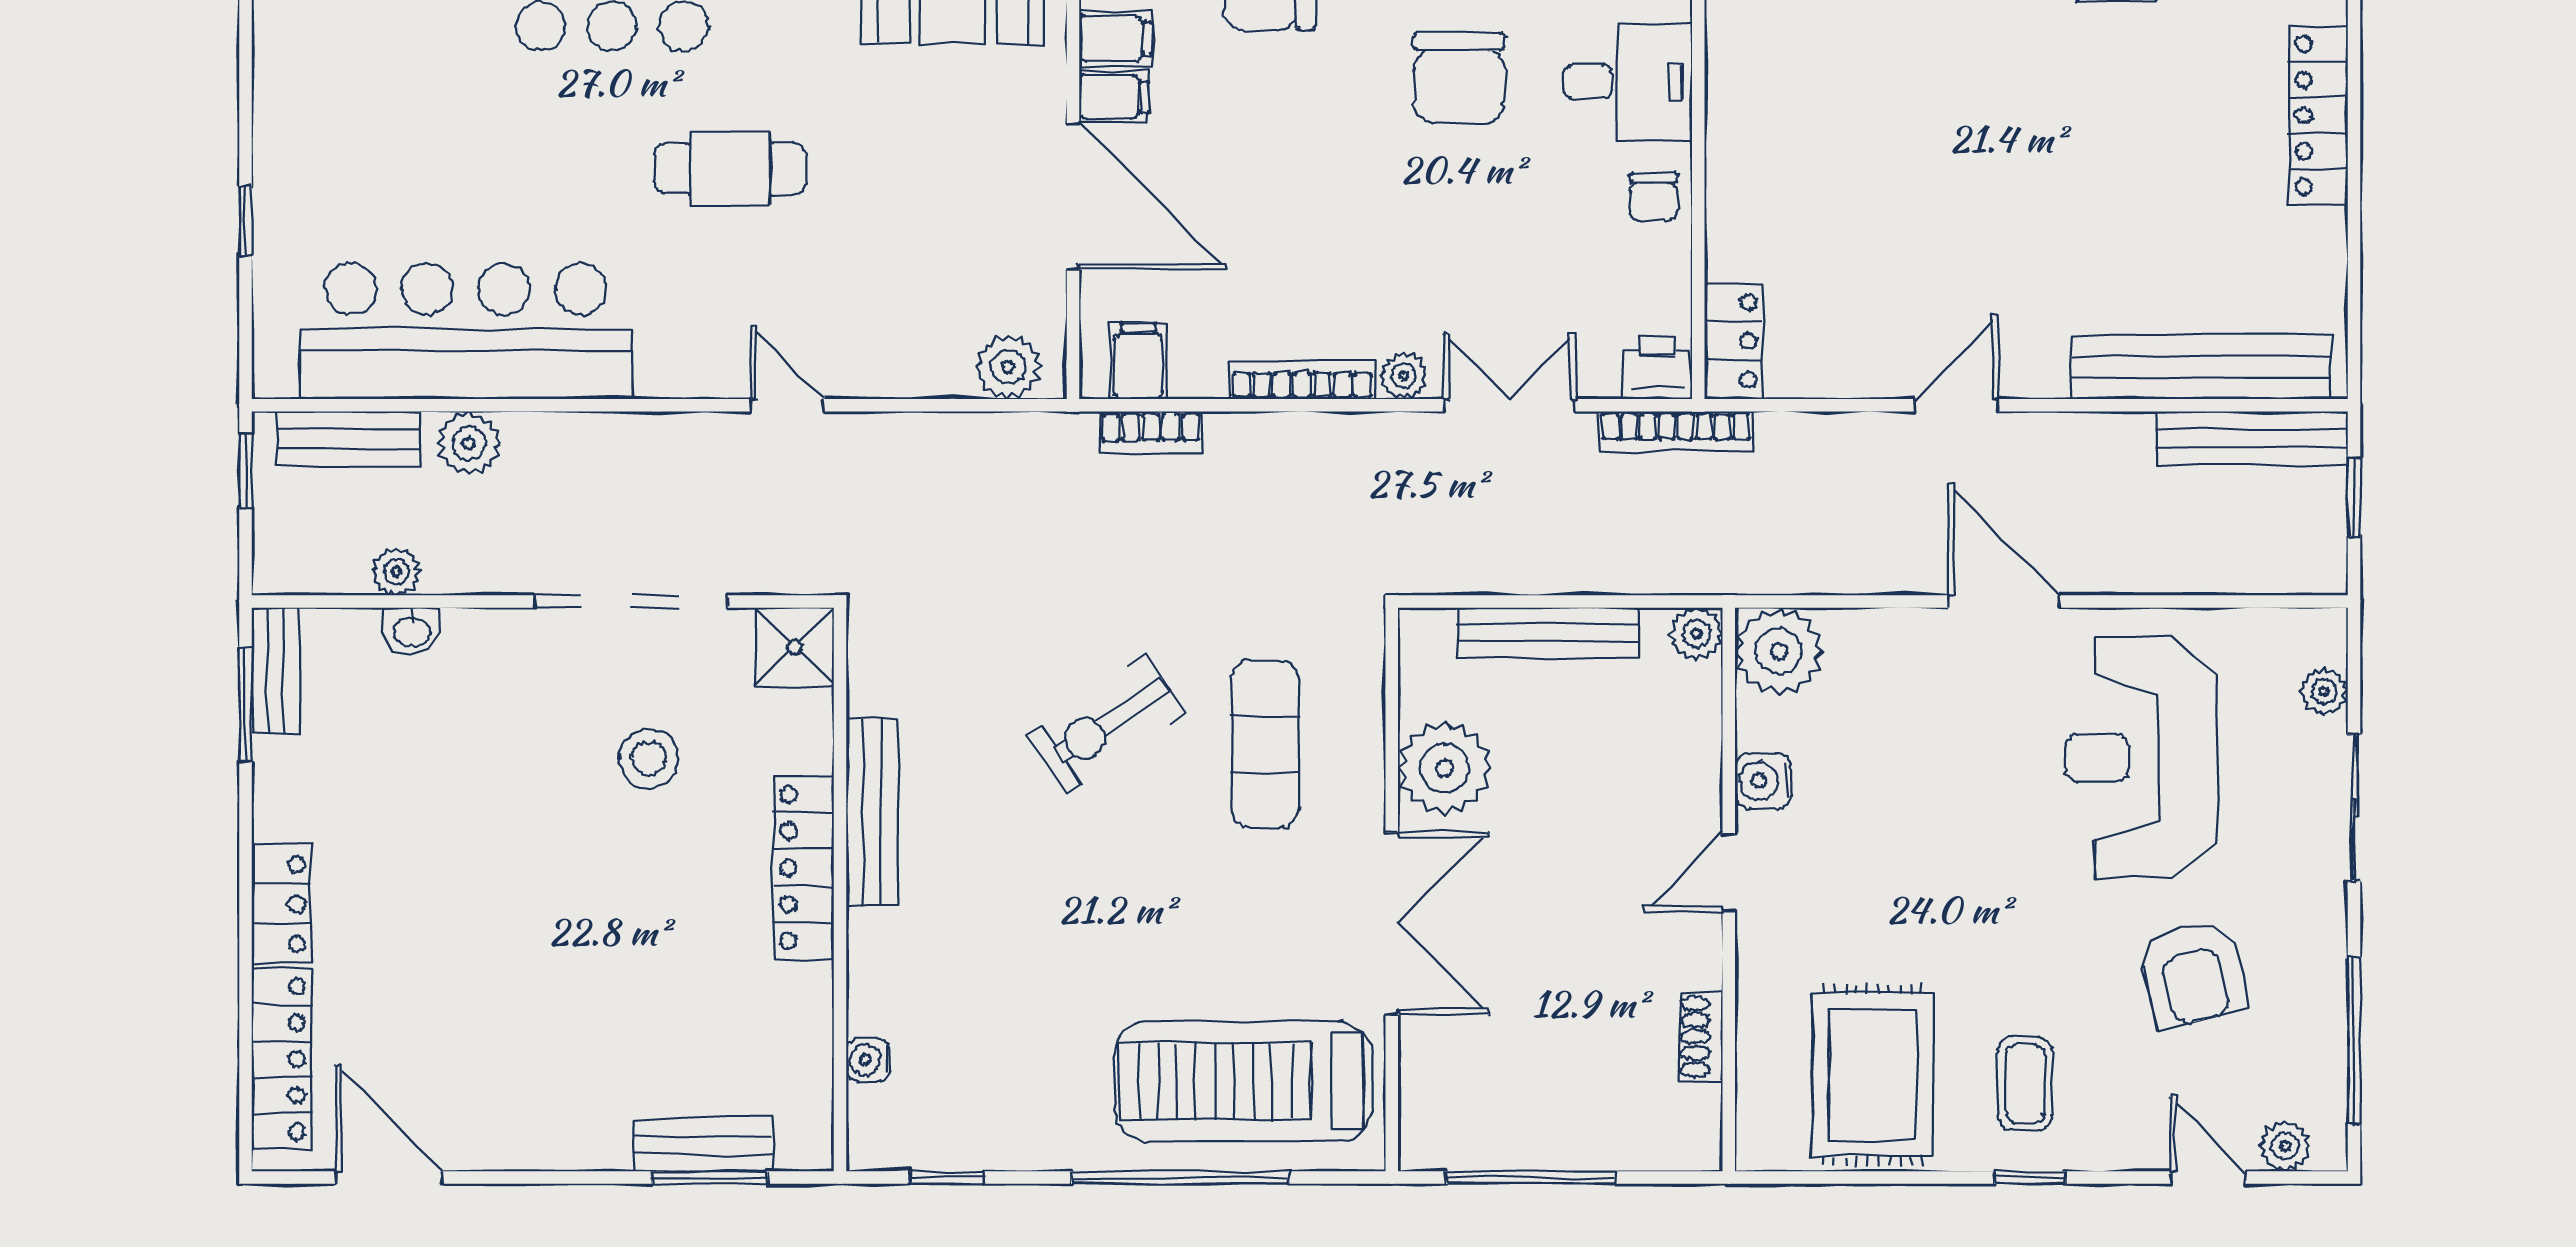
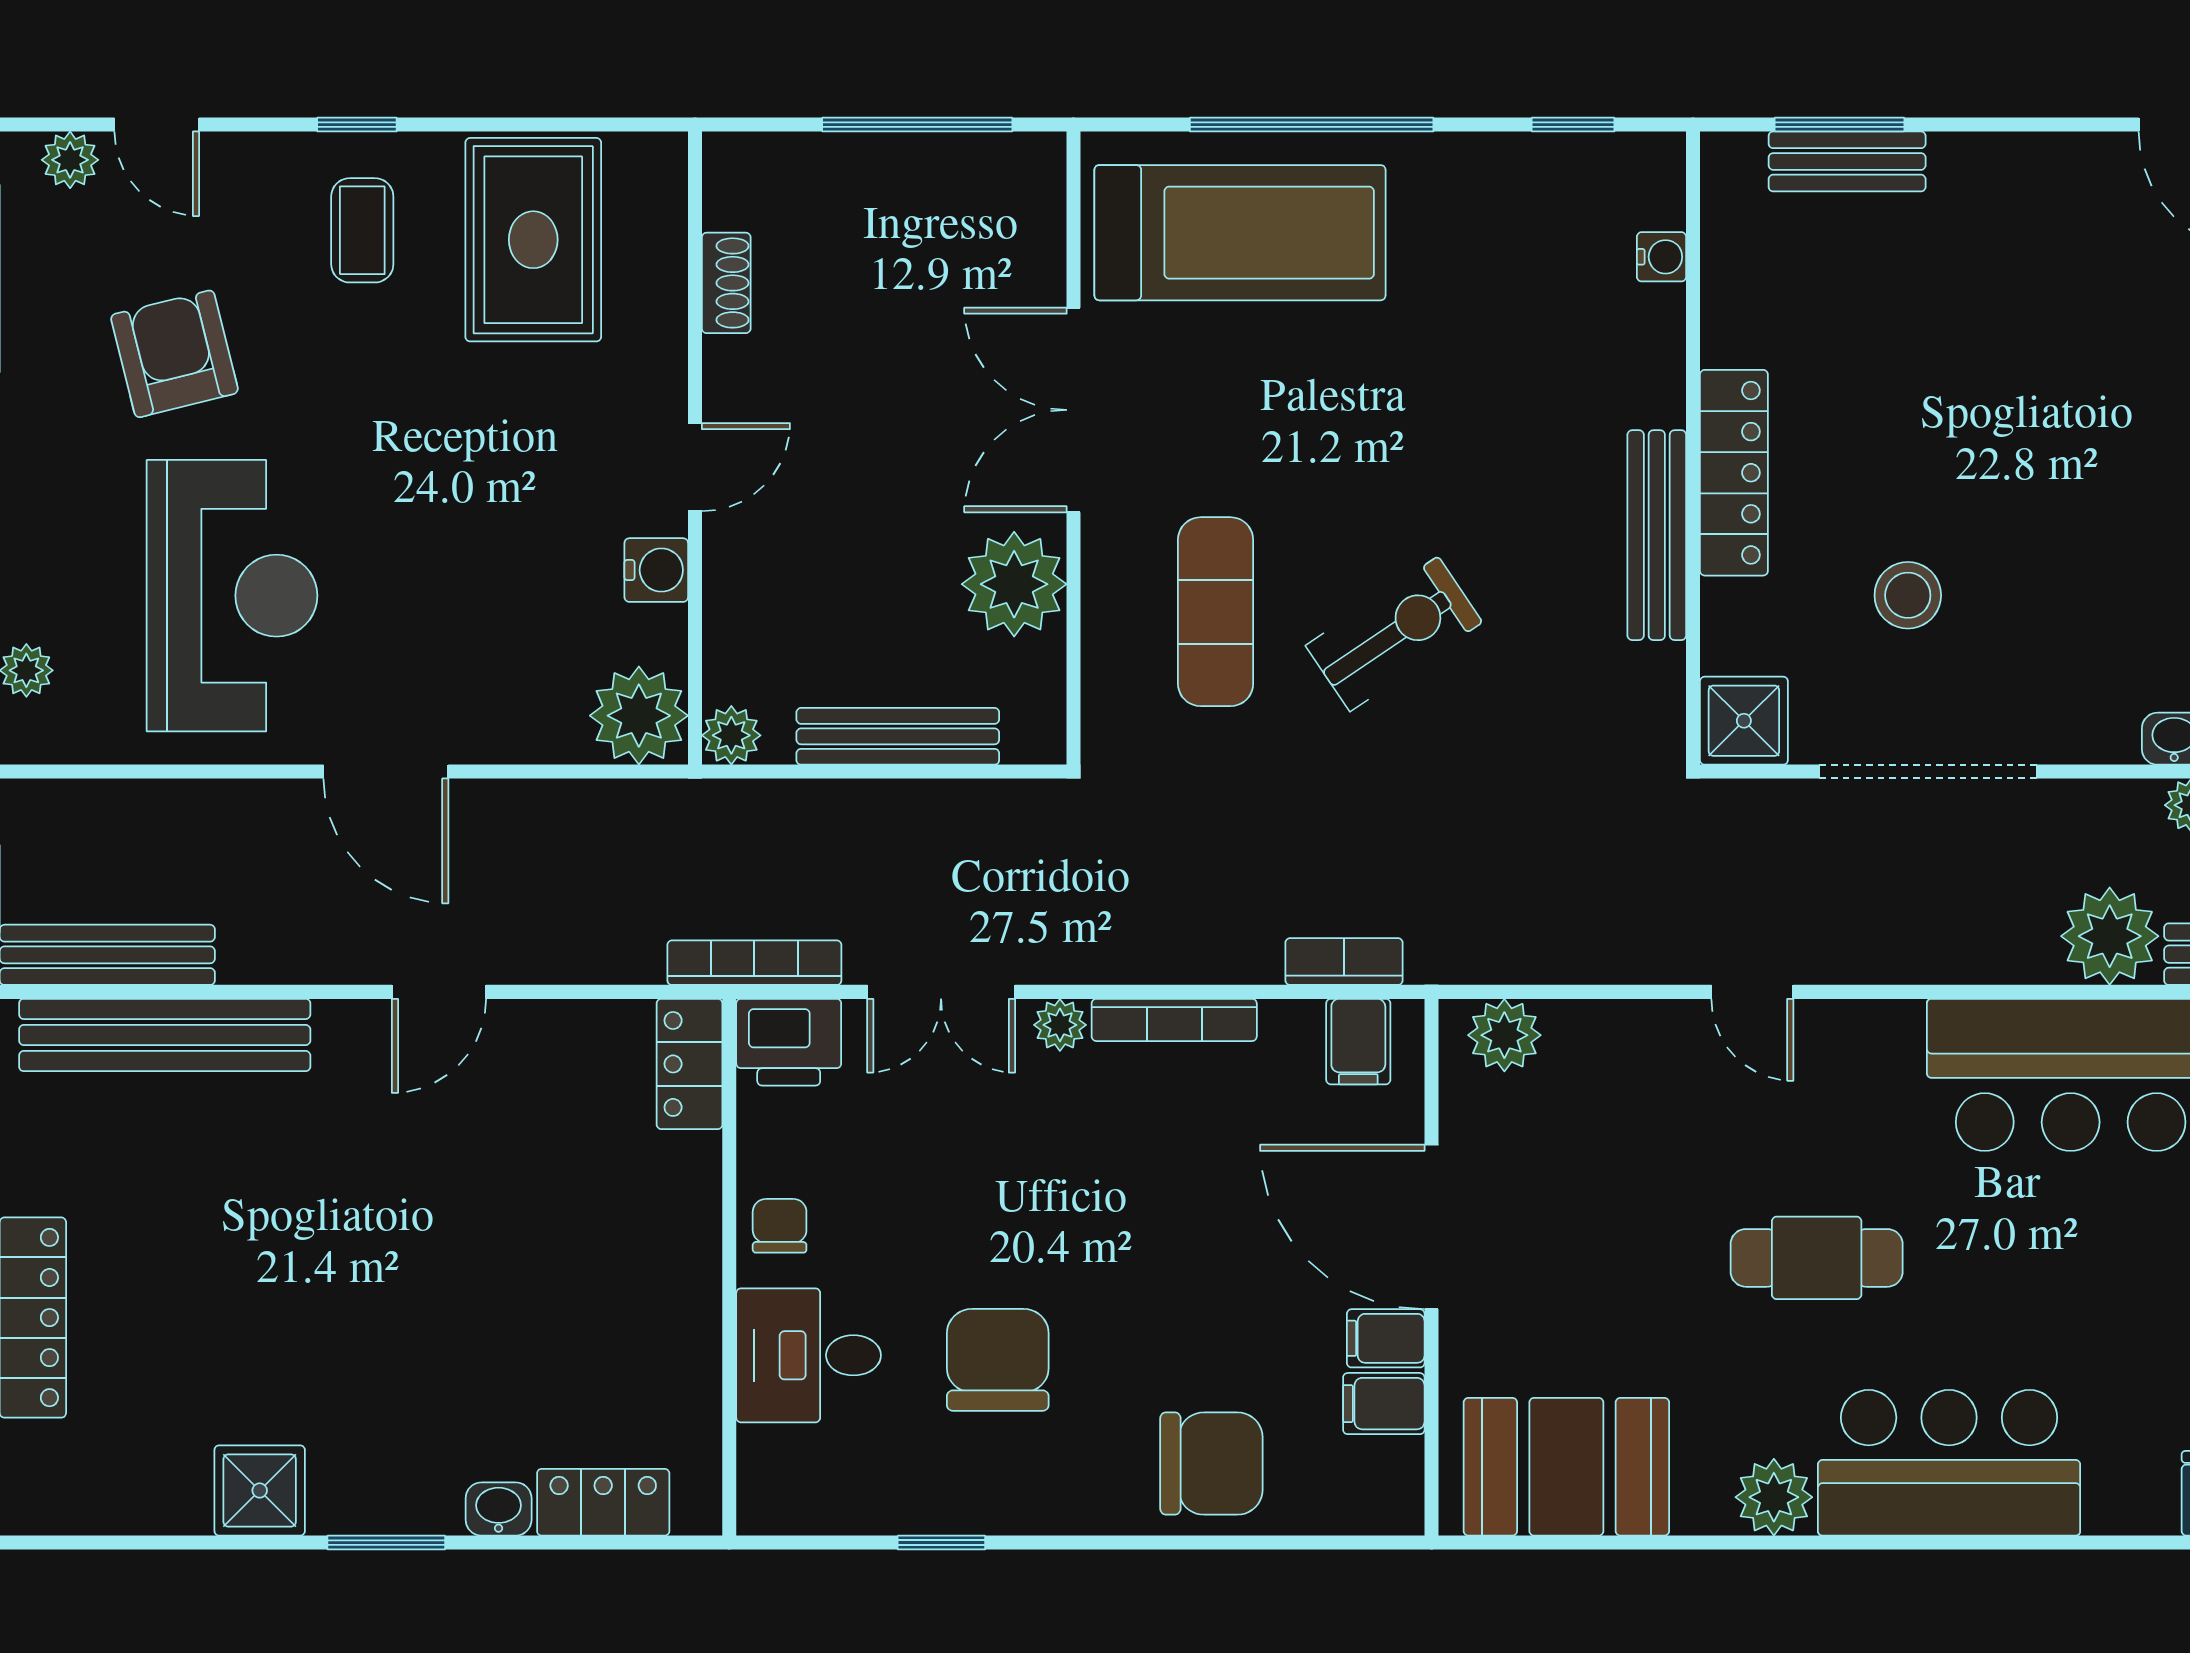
printer: (1658, 368) -> (789, 1042), width x1.36, depth x1.24
plant: (469, 443) -> (2110, 936), width x1.36, depth x1.36

